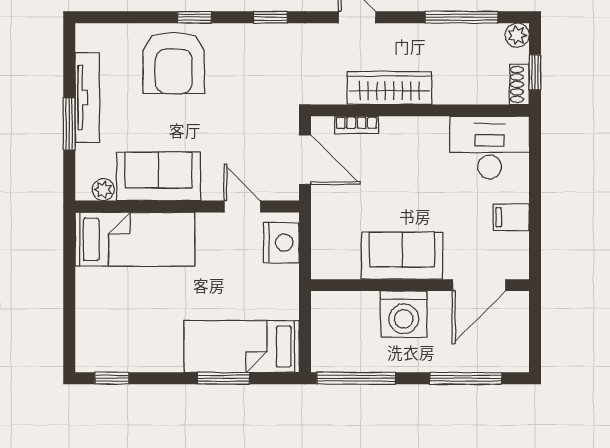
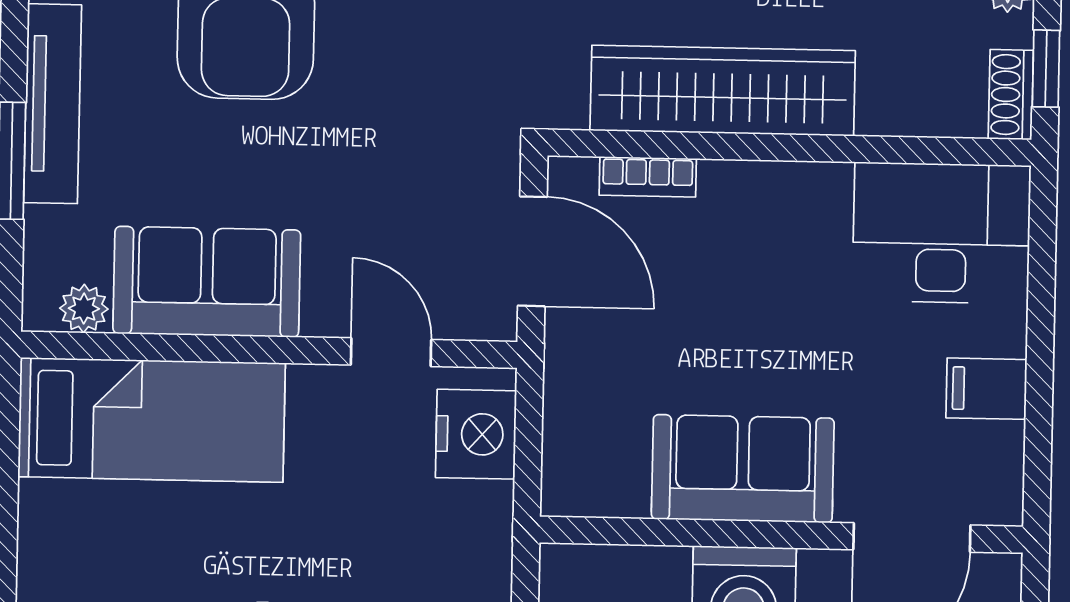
wardrobe: (389, 88) -> (723, 91), width x1.40, depth x1.17

